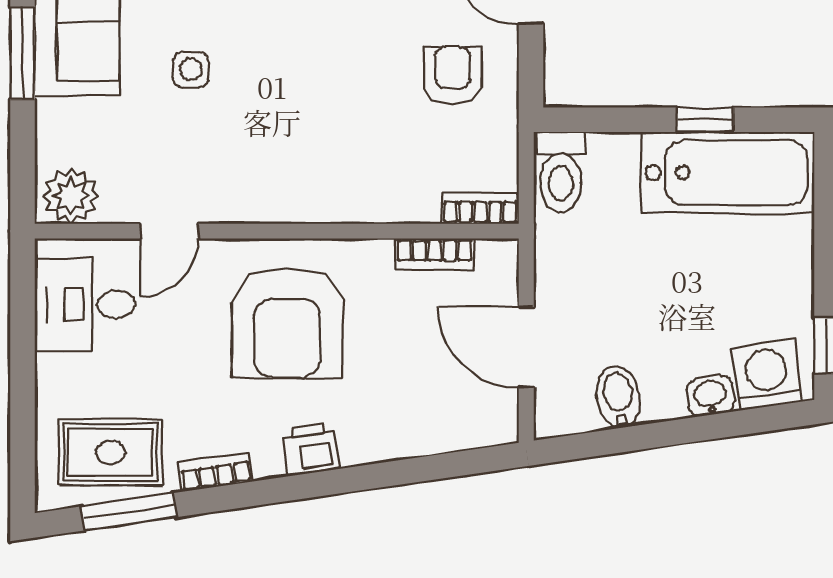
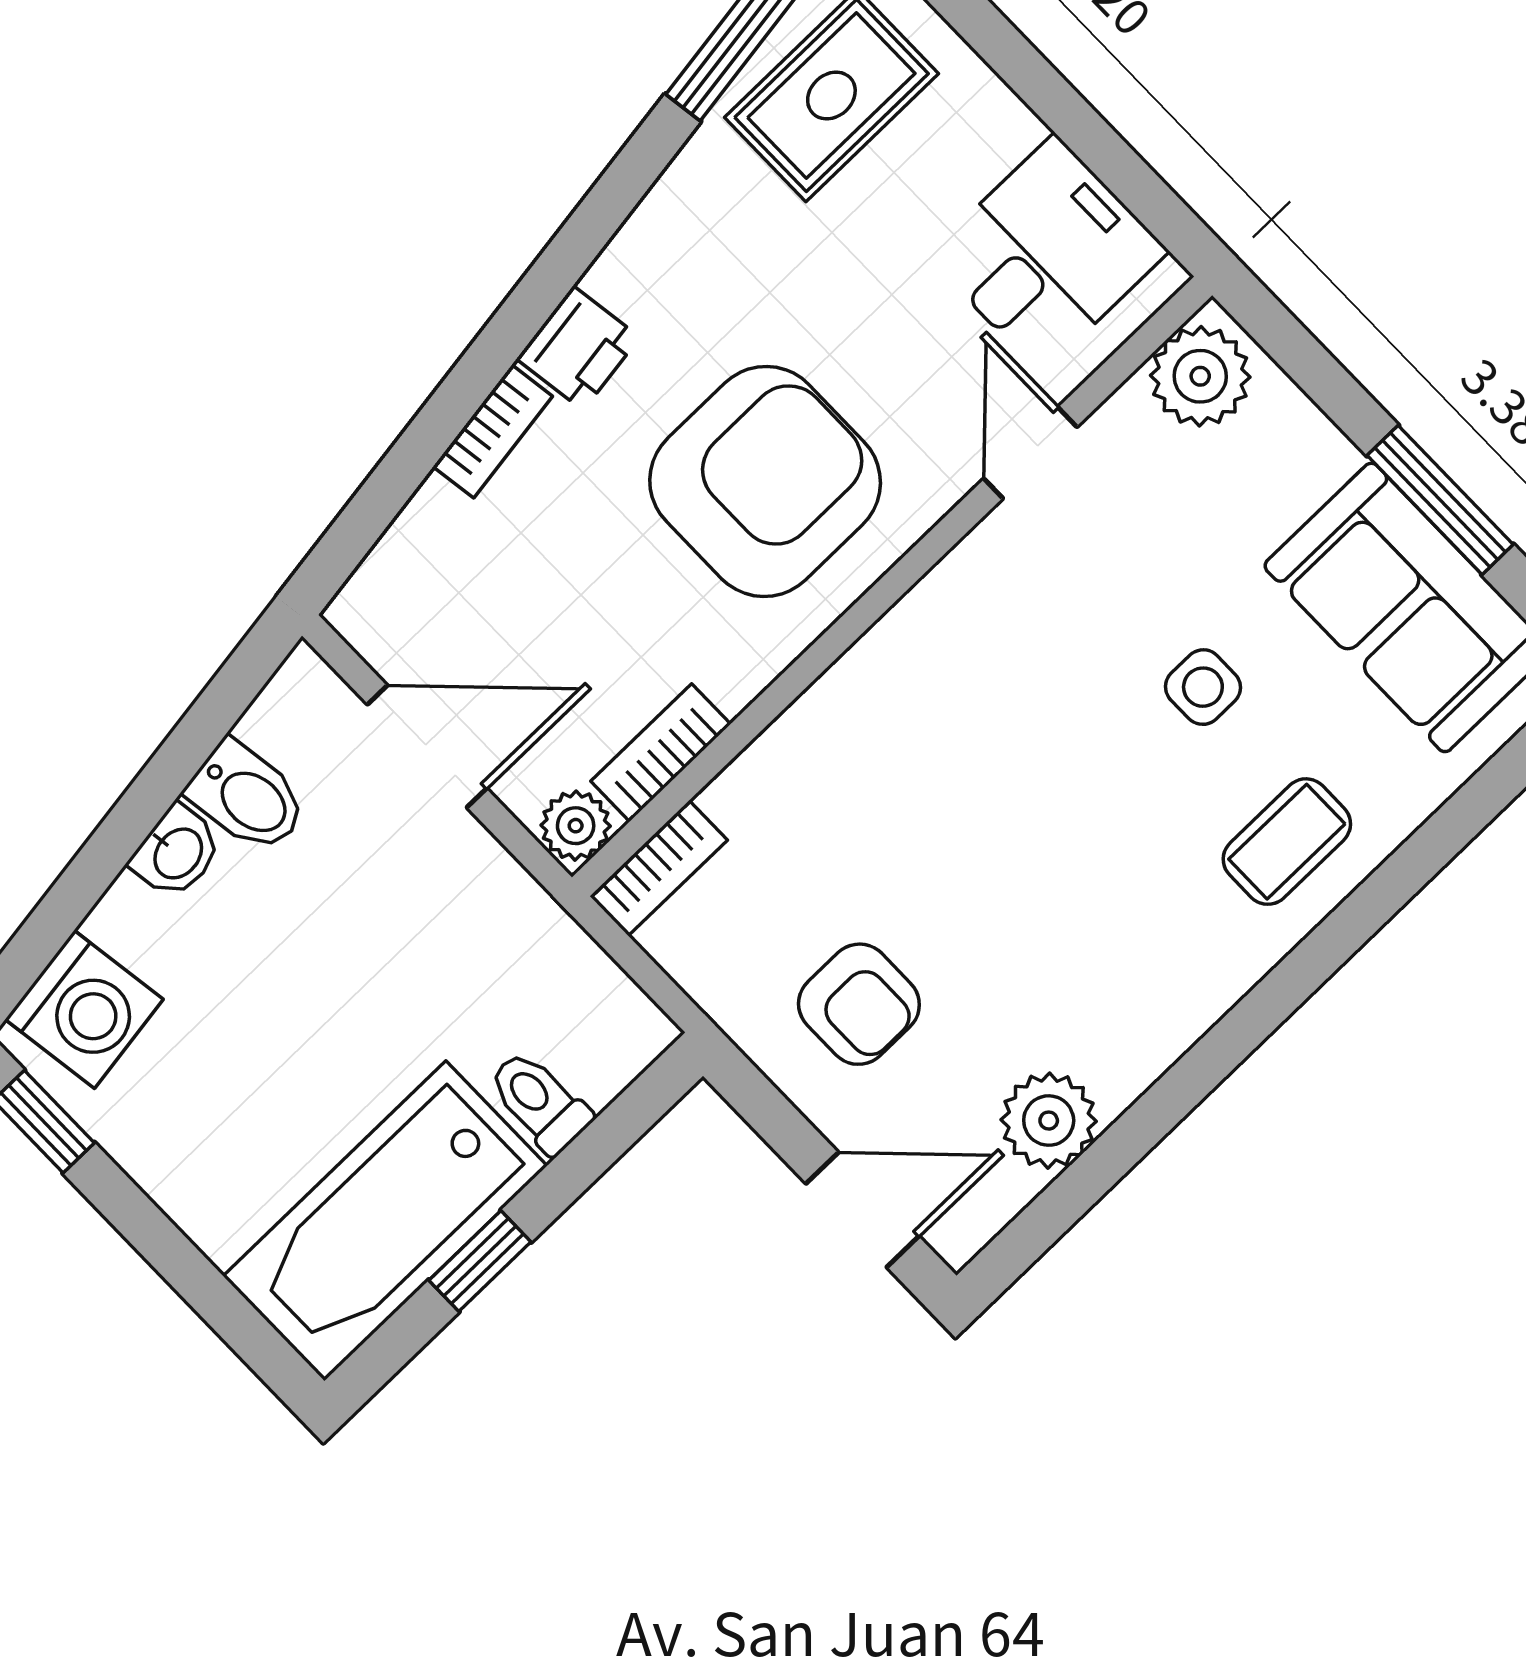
toilet: (561, 172) -> (539, 1102), moved, width x0.73, depth x0.72
plant: (497, 258) -> (576, 826), added
armchair: (287, 323) -> (765, 481), turned 90
washbasin: (710, 396) -> (177, 852), moved
bookcase: (216, 472) -> (493, 431), moved

